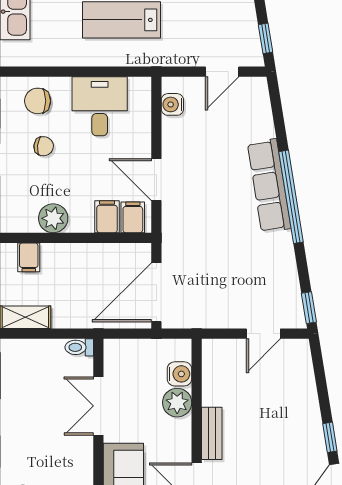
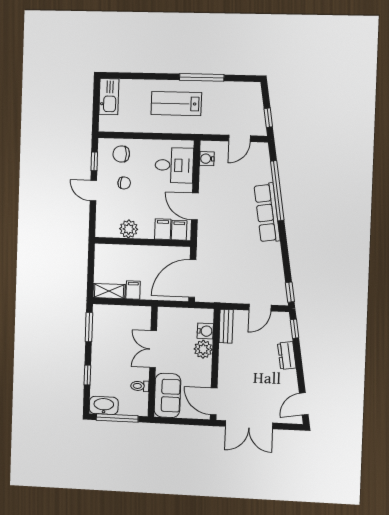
desk: (100, 106) -> (174, 165), moved, turned 90
window: (291, 197) -> (277, 191), moved
filing cabinet: (29, 257) -> (133, 290), moved, turned 180
toilet: (79, 347) -> (140, 386), moved
dresser: (308, 407) -> (287, 356), added
bench: (212, 433) -> (226, 326), moved
window: (330, 437) -> (294, 329), moved

